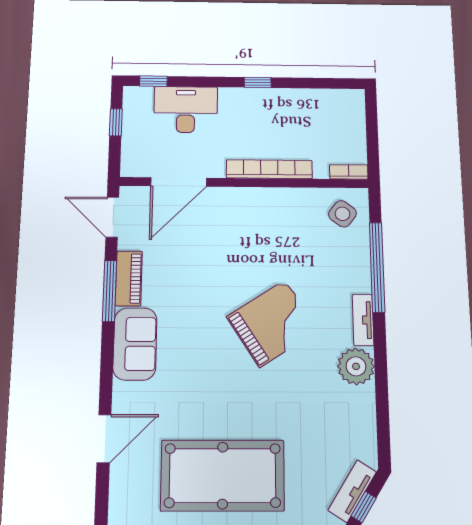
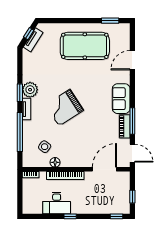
desk: (186, 110) -> (57, 203), moved
floor lamp: (293, 198) -> (55, 162), added
side table: (342, 214) -> (45, 147), moved
window: (380, 359) -> (20, 93), added

